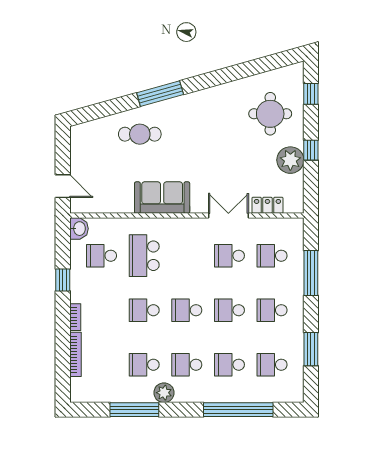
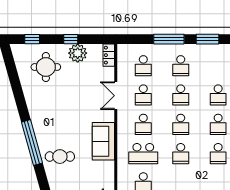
window: (160, 94) -> (32, 143), width x1.46
cafe table: (140, 134) -> (60, 157), turned 90
locker: (267, 205) -> (109, 55), moved
window: (311, 273) -> (169, 39), moved
school desk: (272, 365) -> (143, 124), moved

